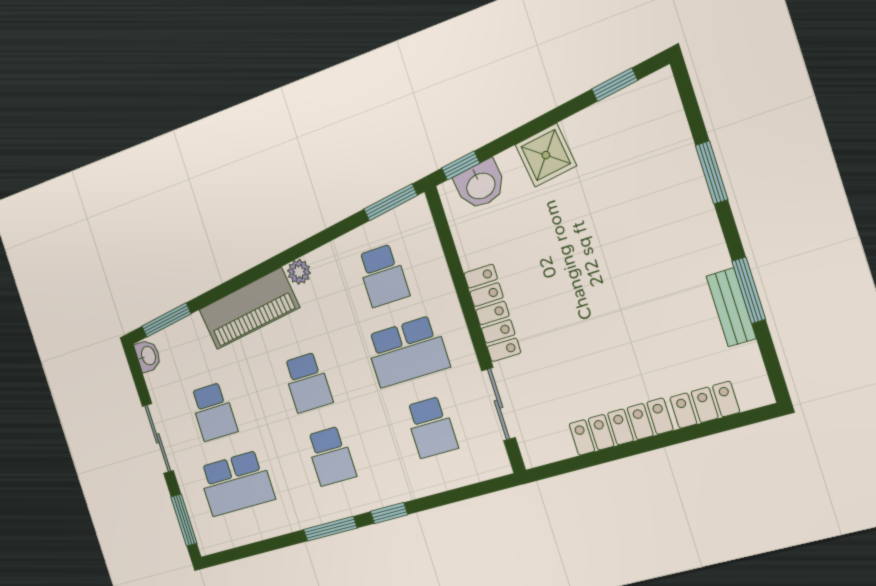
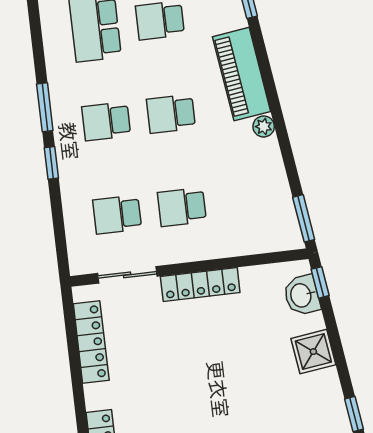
school desk: (383, 276) -> (247, 199), removed
school desk: (407, 351) -> (182, 207), width x0.54
locker: (621, 427) -> (91, 342), moved

